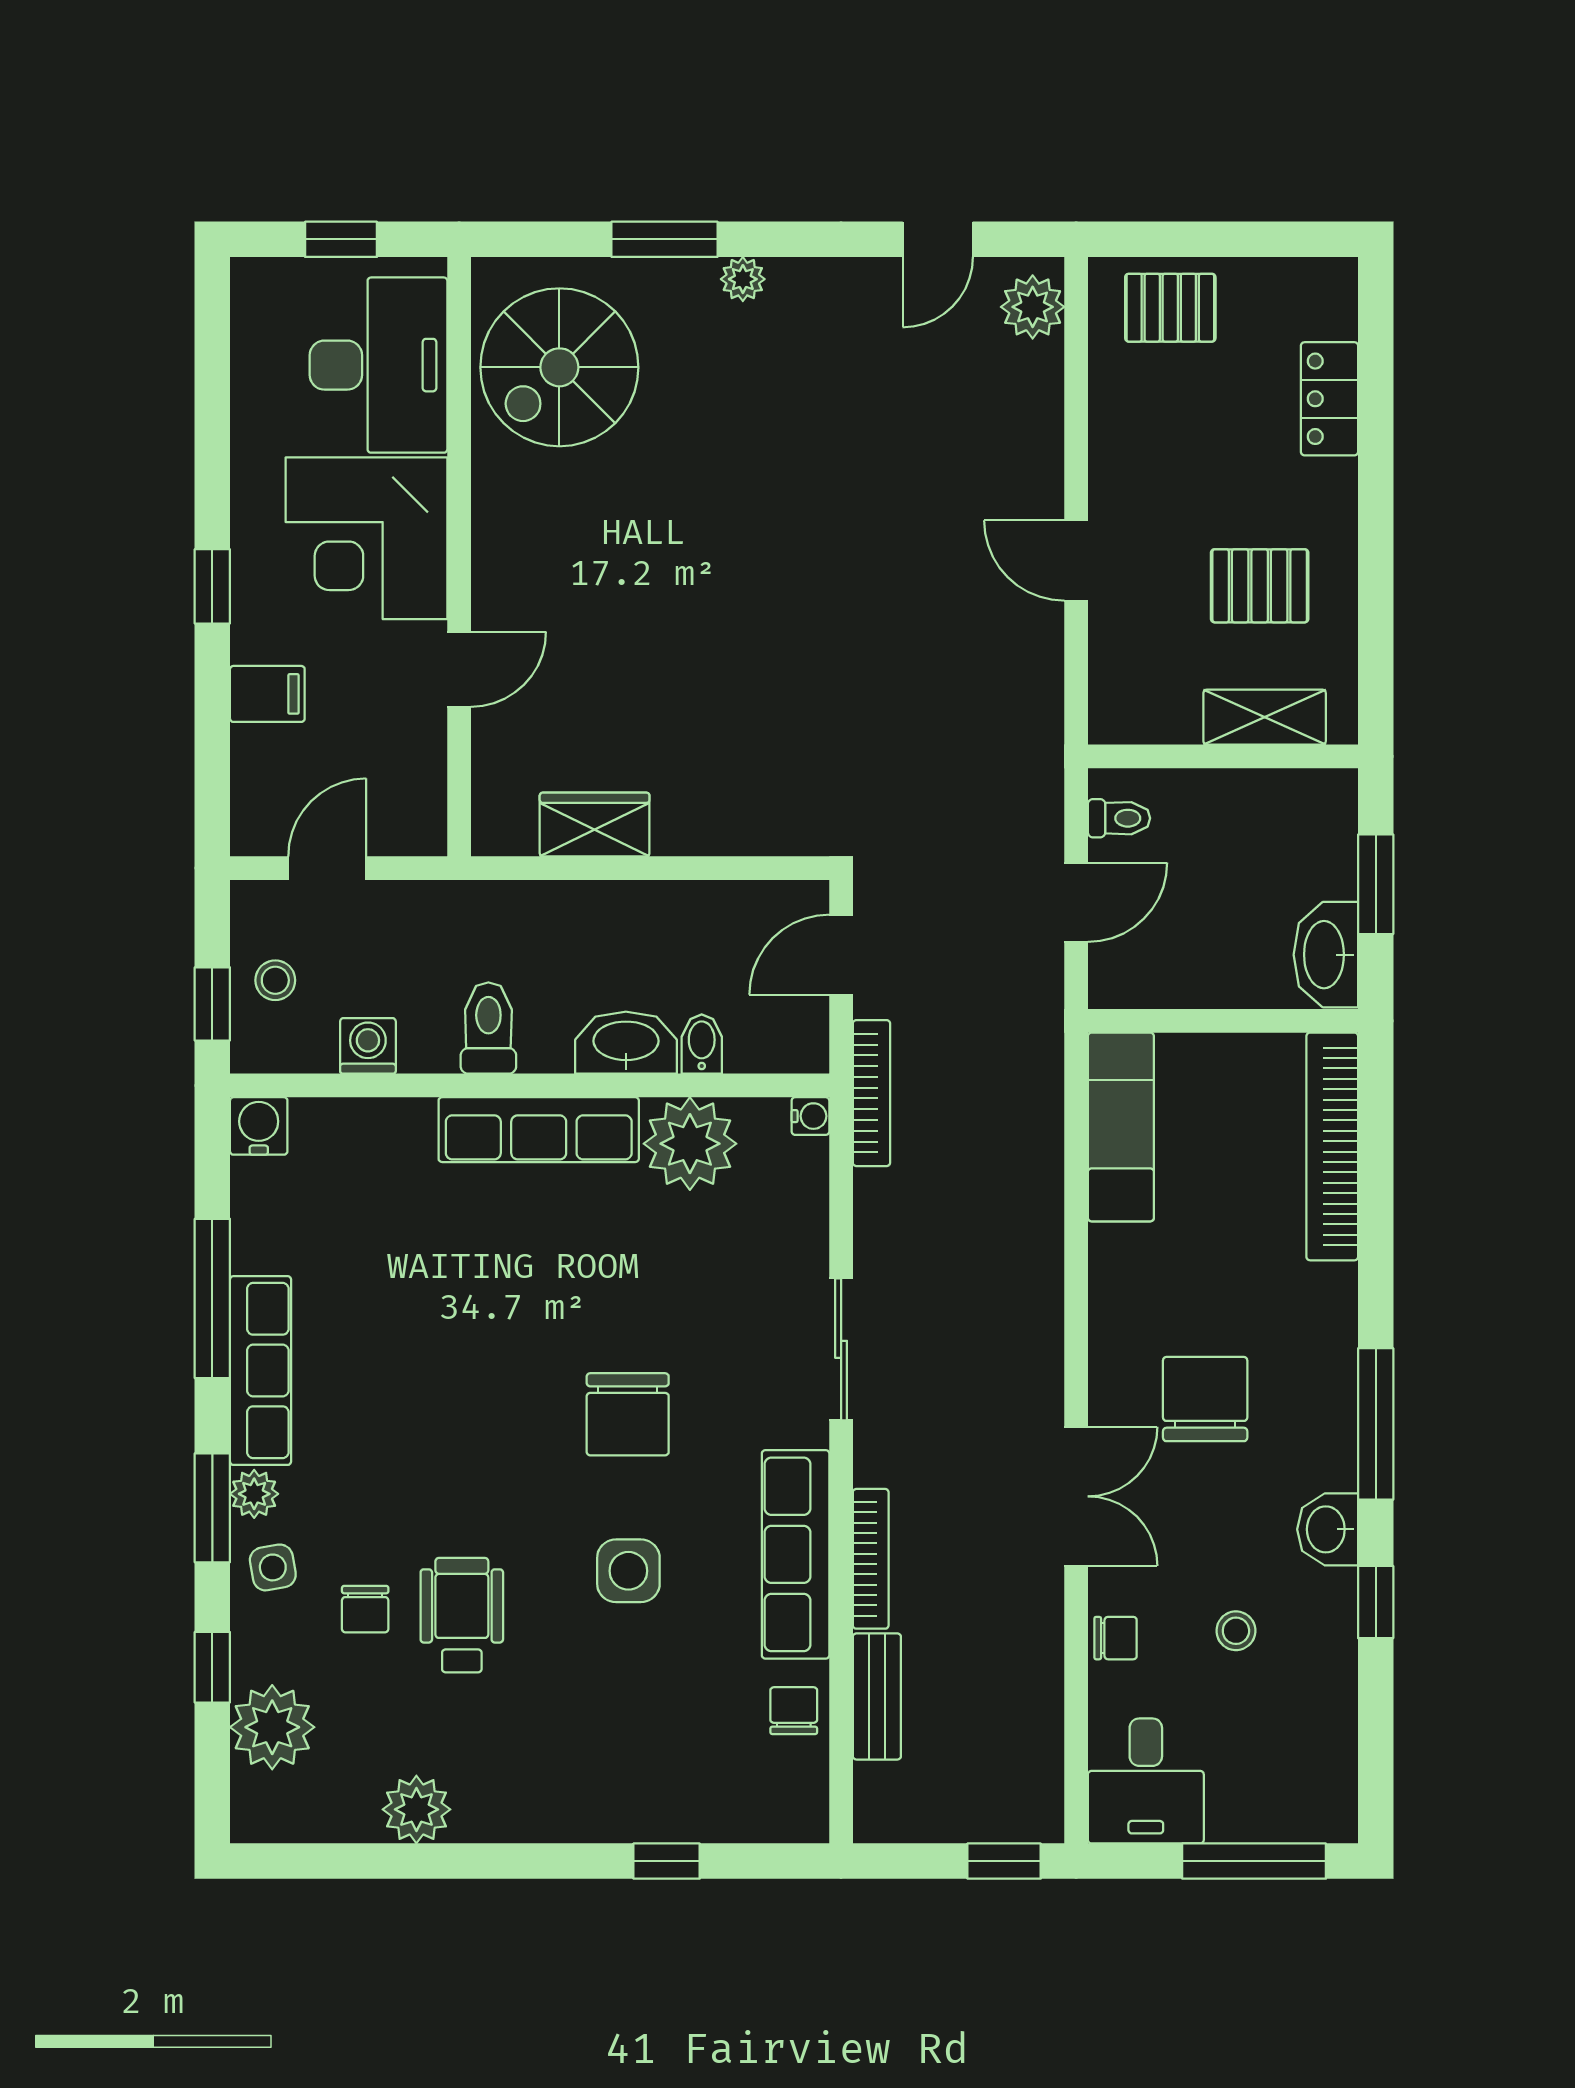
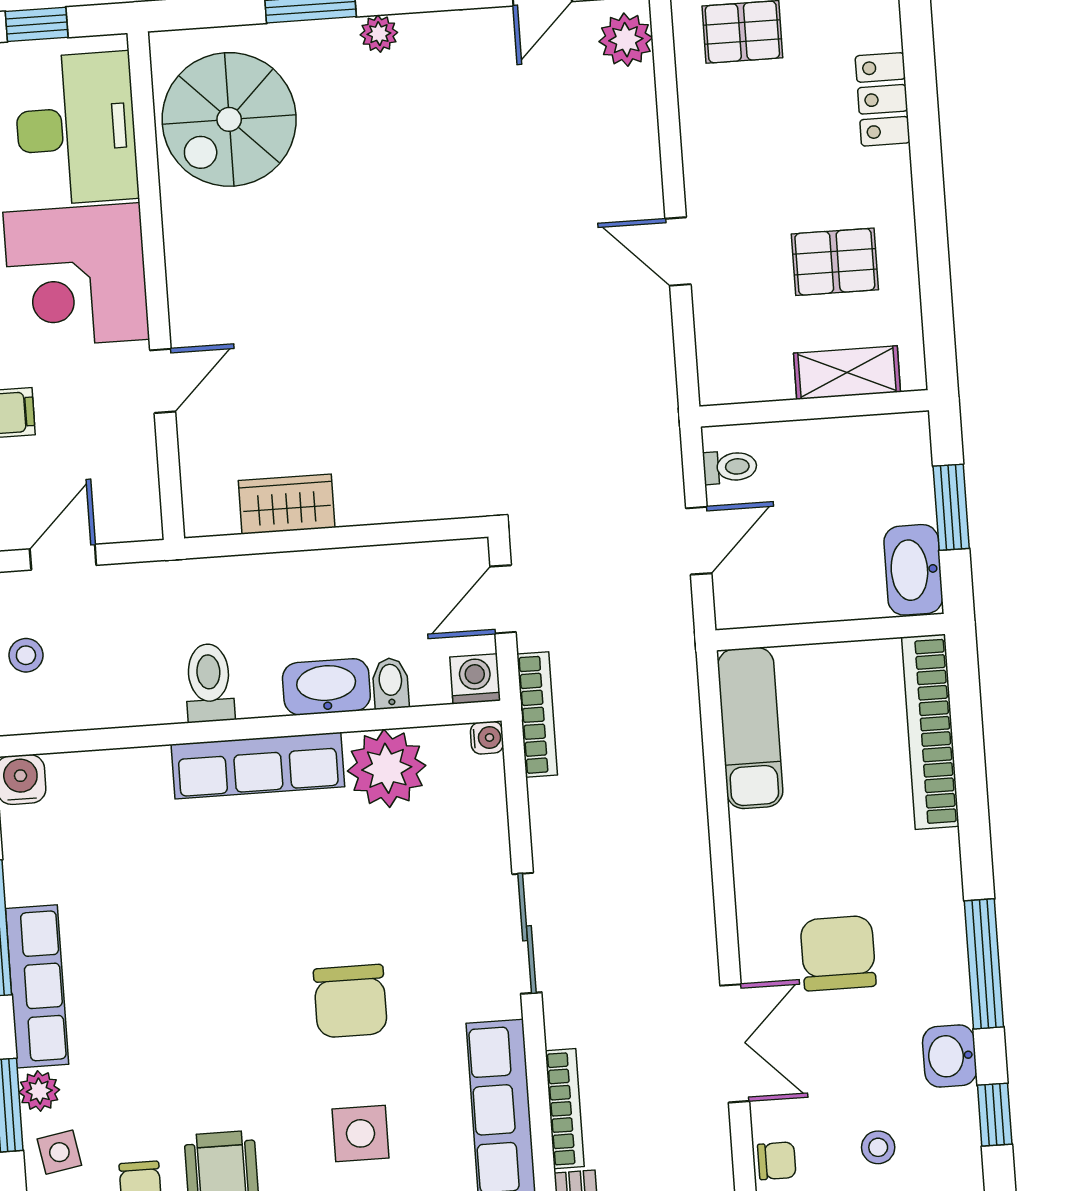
washing machine: (368, 1046) -> (475, 679), moved

